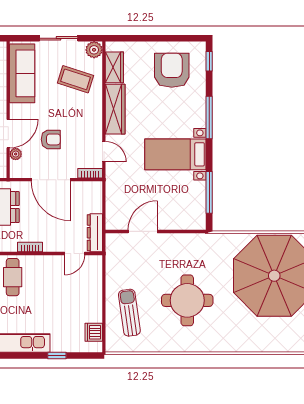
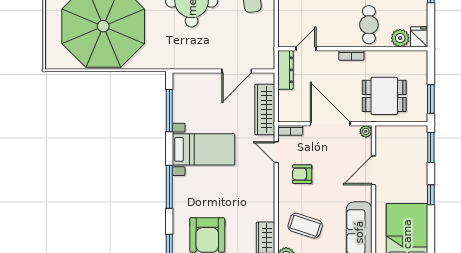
wardrobe: (115, 109) -> (265, 110), moved
armchair: (51, 139) -> (302, 174), moved
plant: (16, 154) -> (366, 131), moved

